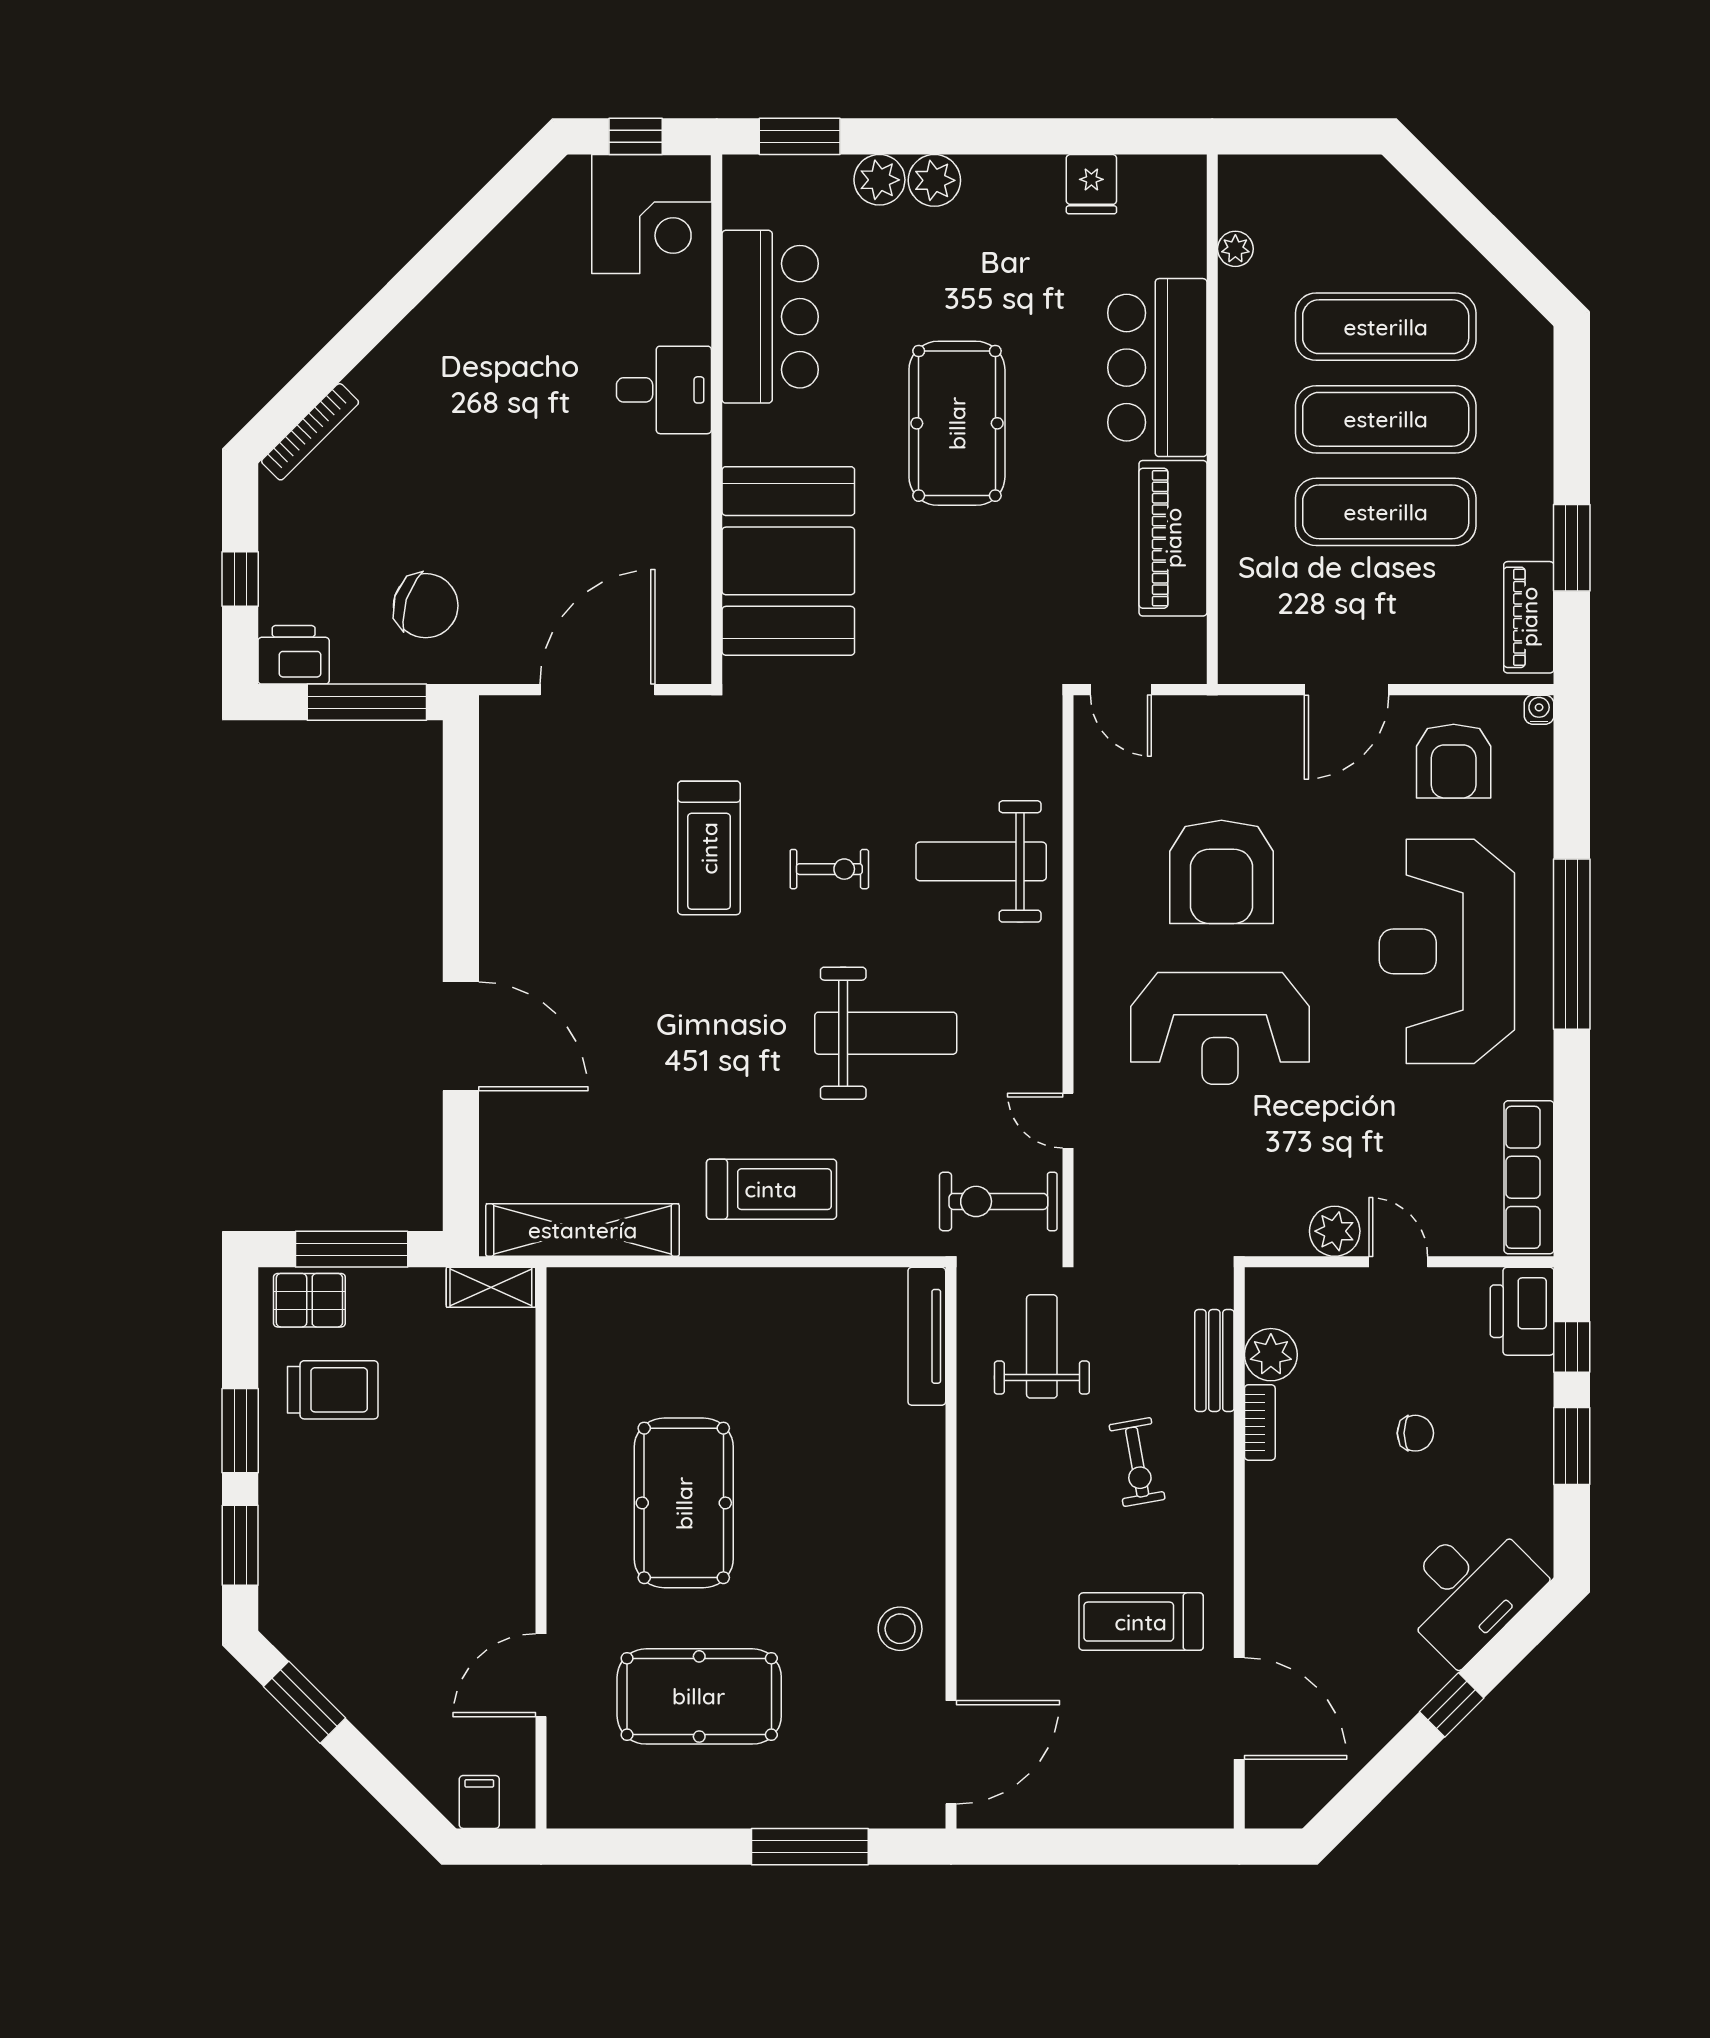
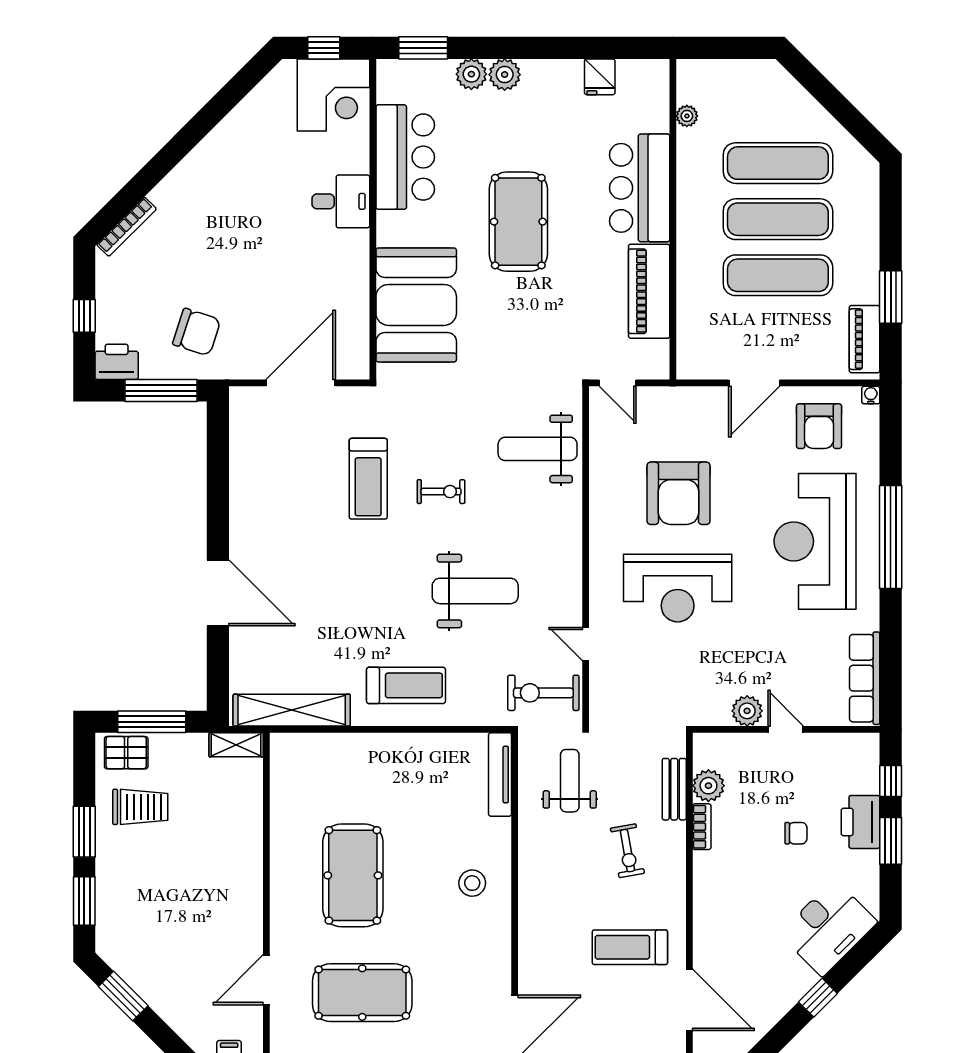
weight bench: (981, 861) -> (538, 449), moved
printer: (1522, 1311) -> (861, 822), moved
stool: (900, 1629) -> (472, 883), moved

